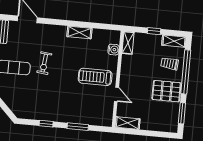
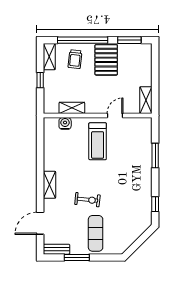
shelving: (79, 32) -> (49, 185), moved
shelving: (128, 43) -> (72, 108), moved
window: (46, 124) -> (155, 204), moved

